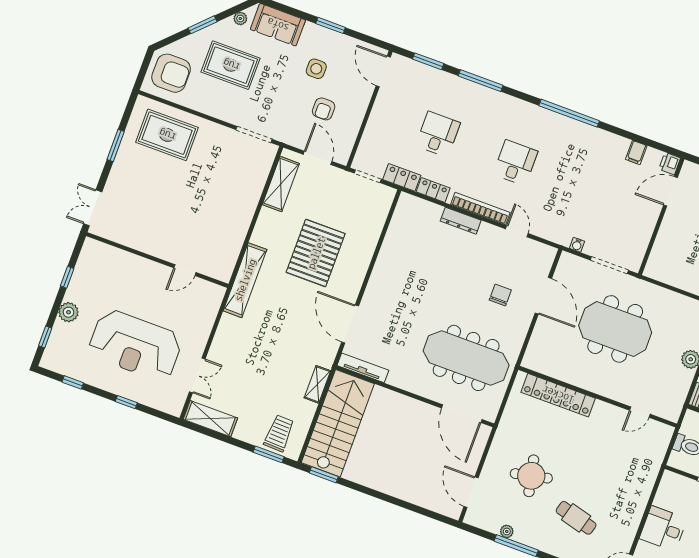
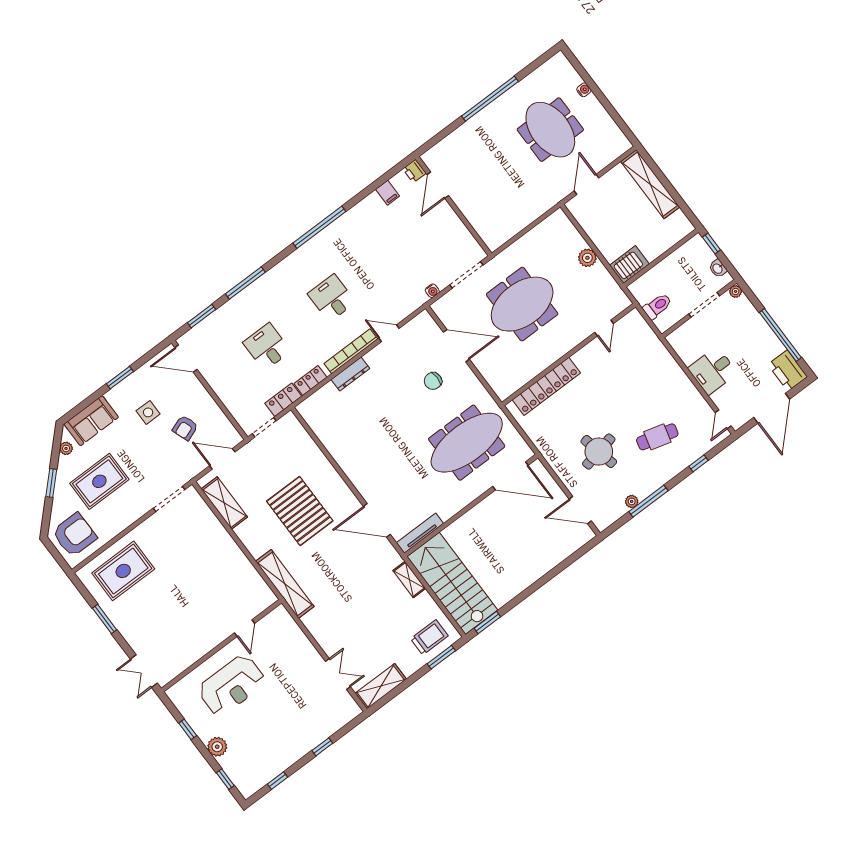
armchair: (324, 109) -> (185, 428), turned 70
chair: (500, 295) -> (433, 381), turned -90
reception desk: (135, 345) -> (232, 685), moved, width x0.74, depth x0.77
trolley: (279, 433) -> (429, 637), turned 88

